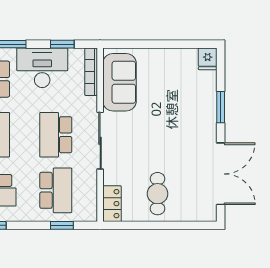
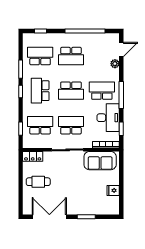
fridge: (208, 59) -> (113, 190), moved
double door: (221, 174) -> (49, 217), swing flipped
school desk: (56, 190) -> (40, 125), turned 180

